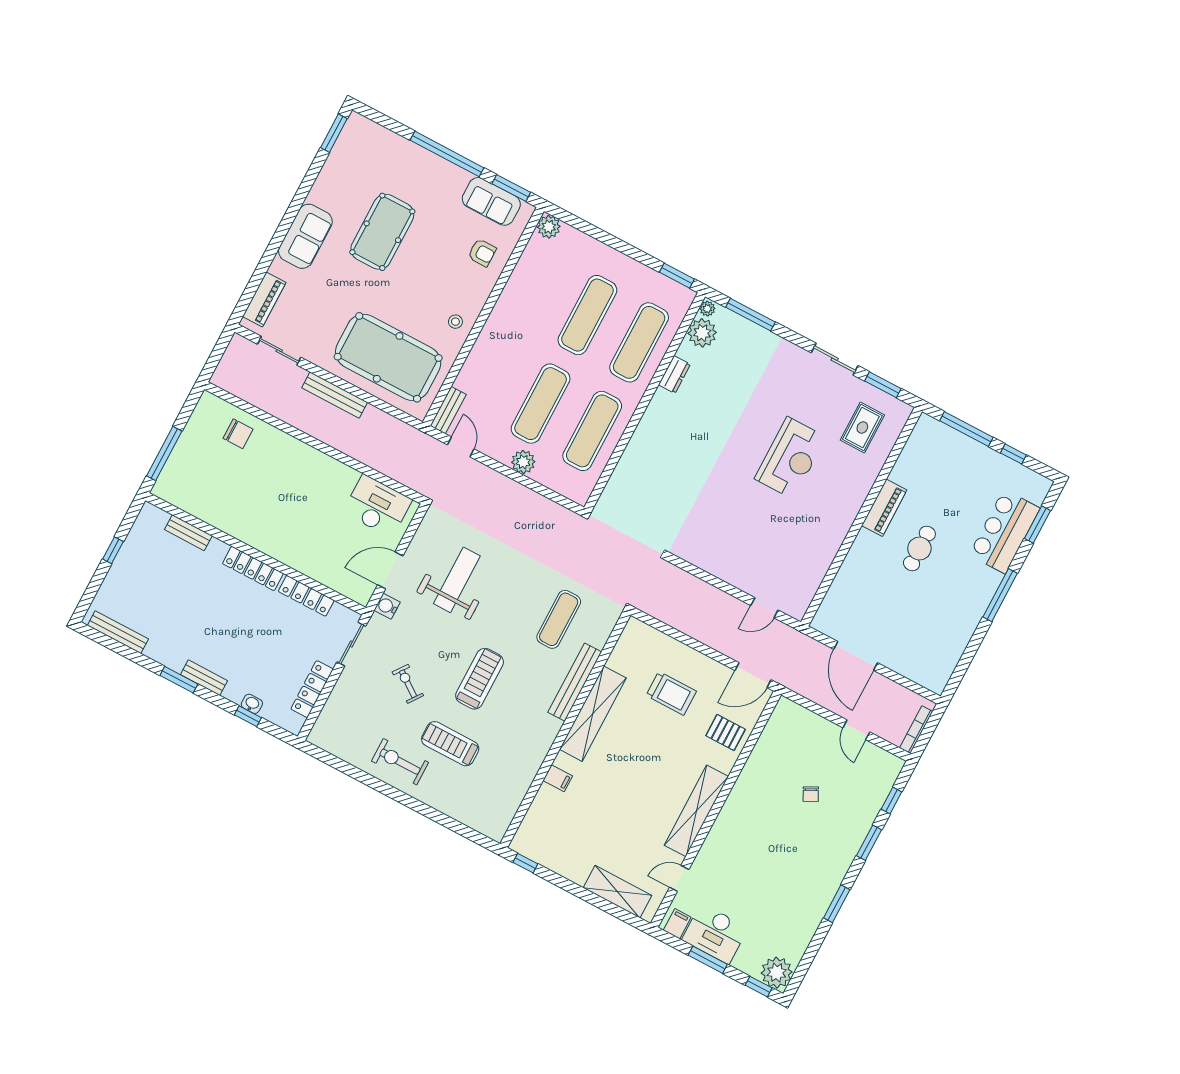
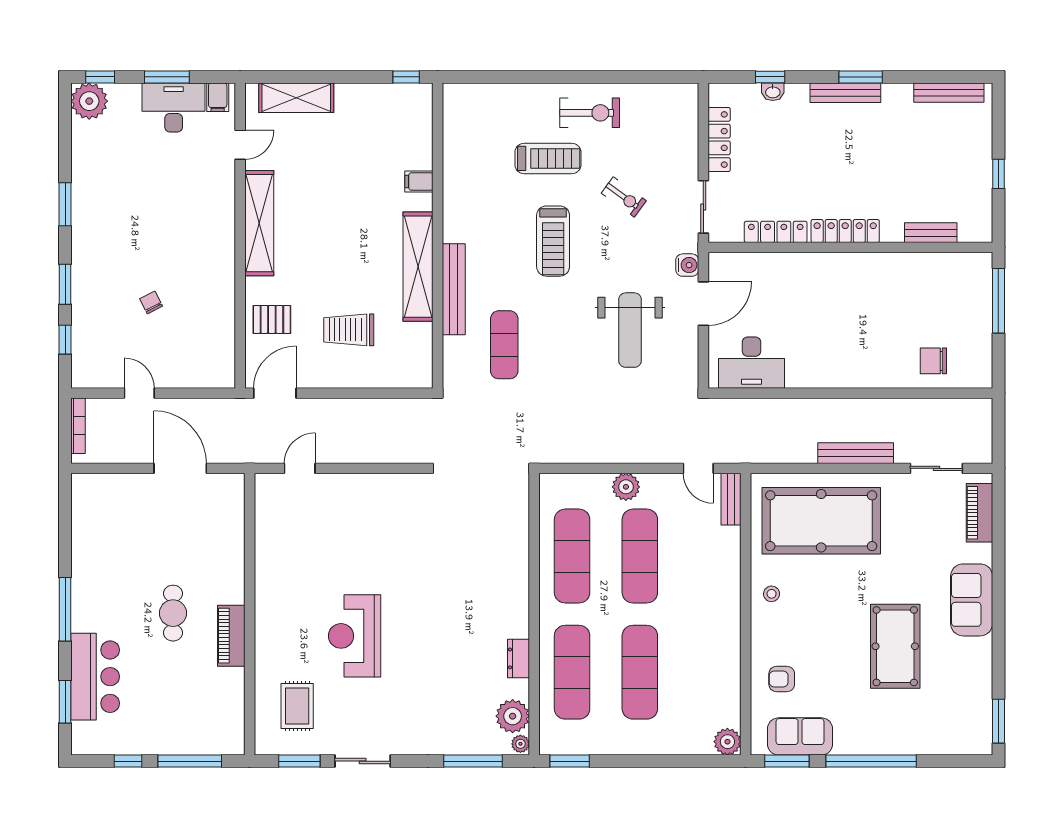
bench: (204, 678) -> (845, 93), width x1.36

